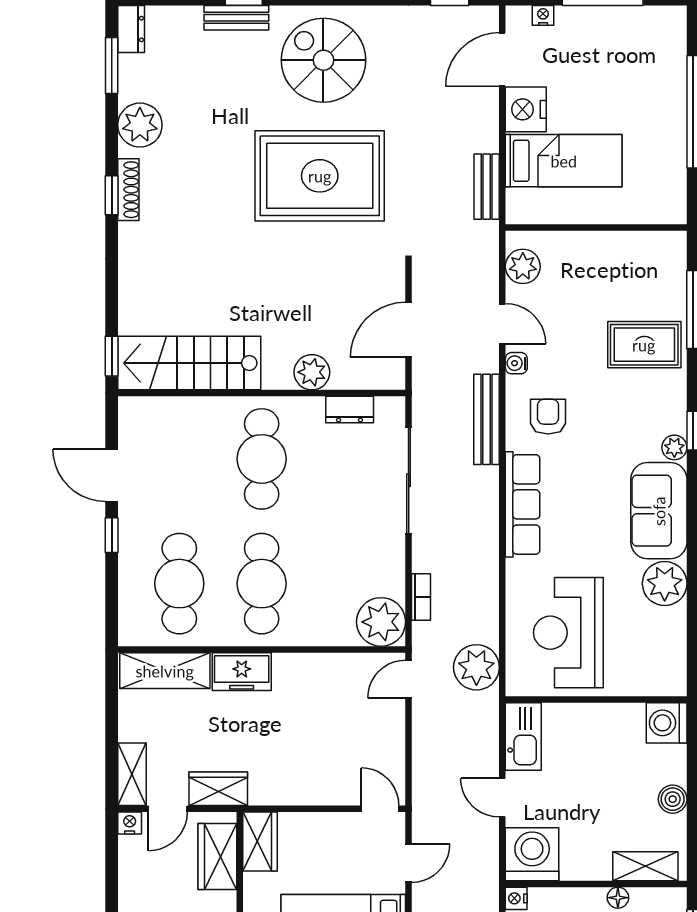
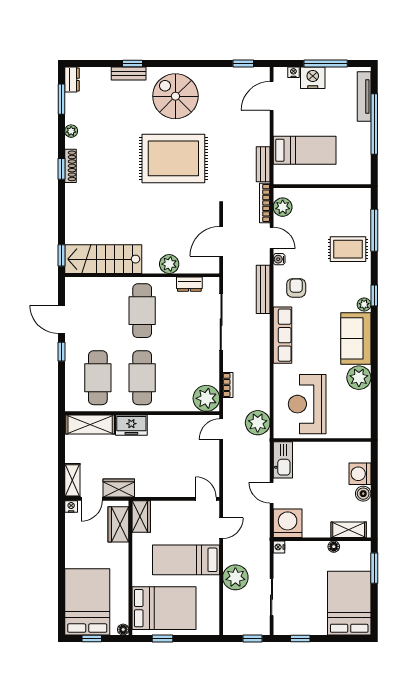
tv unit: (674, 61) -> (364, 96), added
nightstand: (526, 109) -> (313, 78), moved, turned 90
plant: (140, 125) -> (71, 131), width x0.53, depth x0.53
bookcase: (490, 259) -> (265, 203), added
washing machine: (667, 723) -> (360, 474), moved

